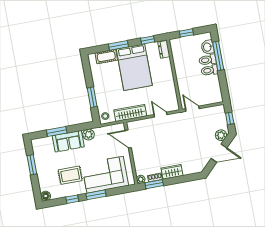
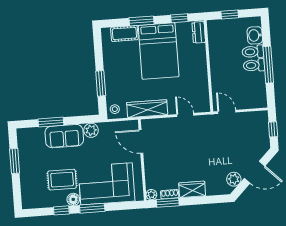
window: (218, 56) -> (268, 65), moved
plant: (221, 135) -> (234, 179), moved
floor lamp: (46, 196) -> (73, 199), moved

